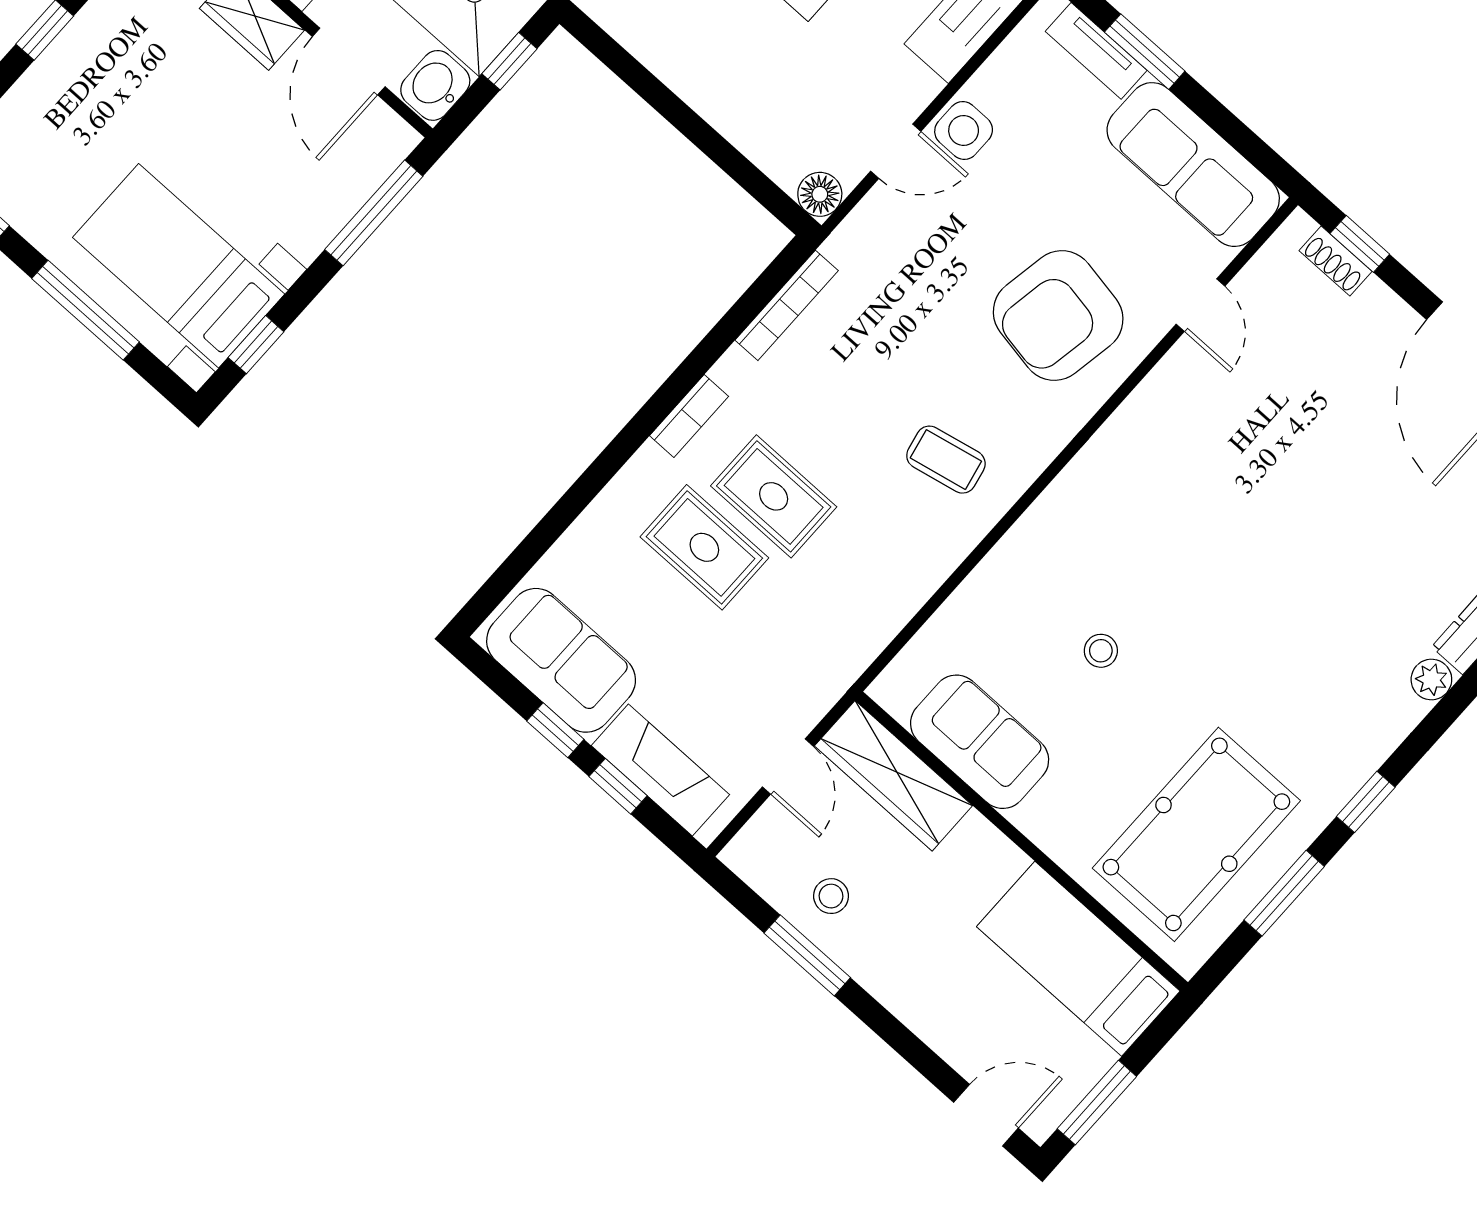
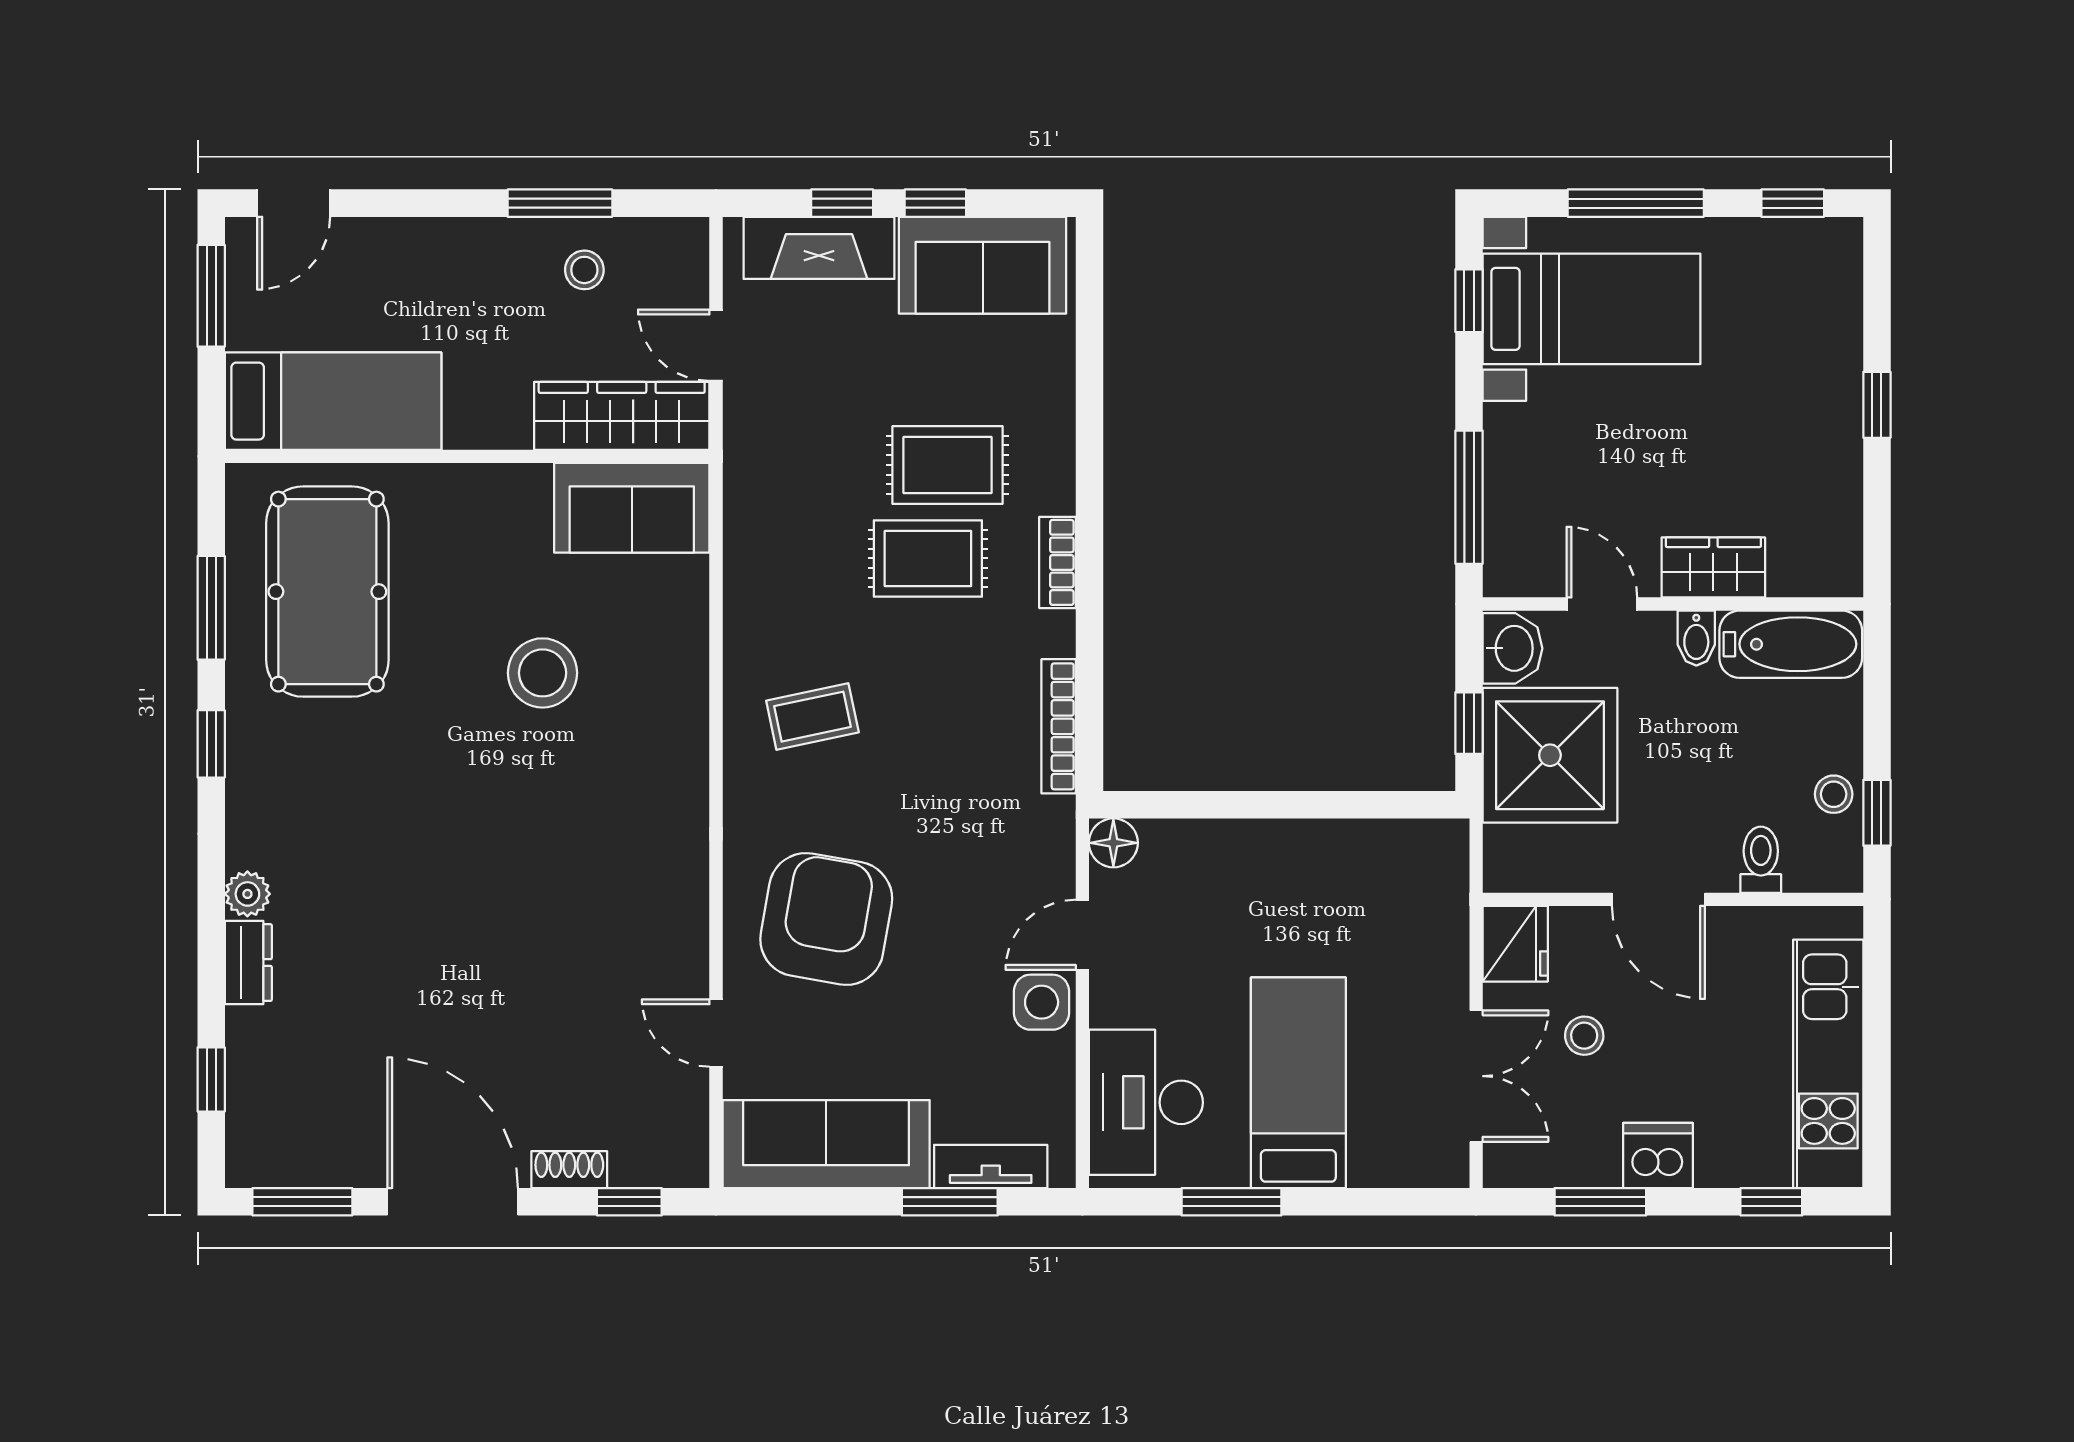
door: (349, 62) -> (1602, 604), width x0.73
shoe rack: (1335, 261) -> (569, 1170), moved
stool: (1101, 651) -> (543, 673), width x1.89, depth x1.89
sofa: (980, 742) -> (632, 508), moved

